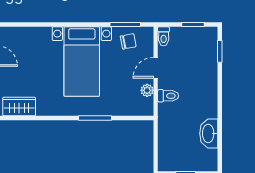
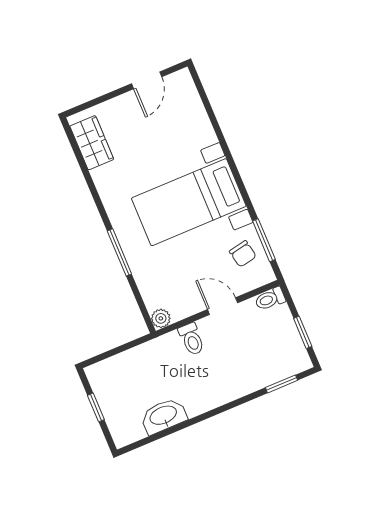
plant: (147, 90) -> (161, 318), moved

